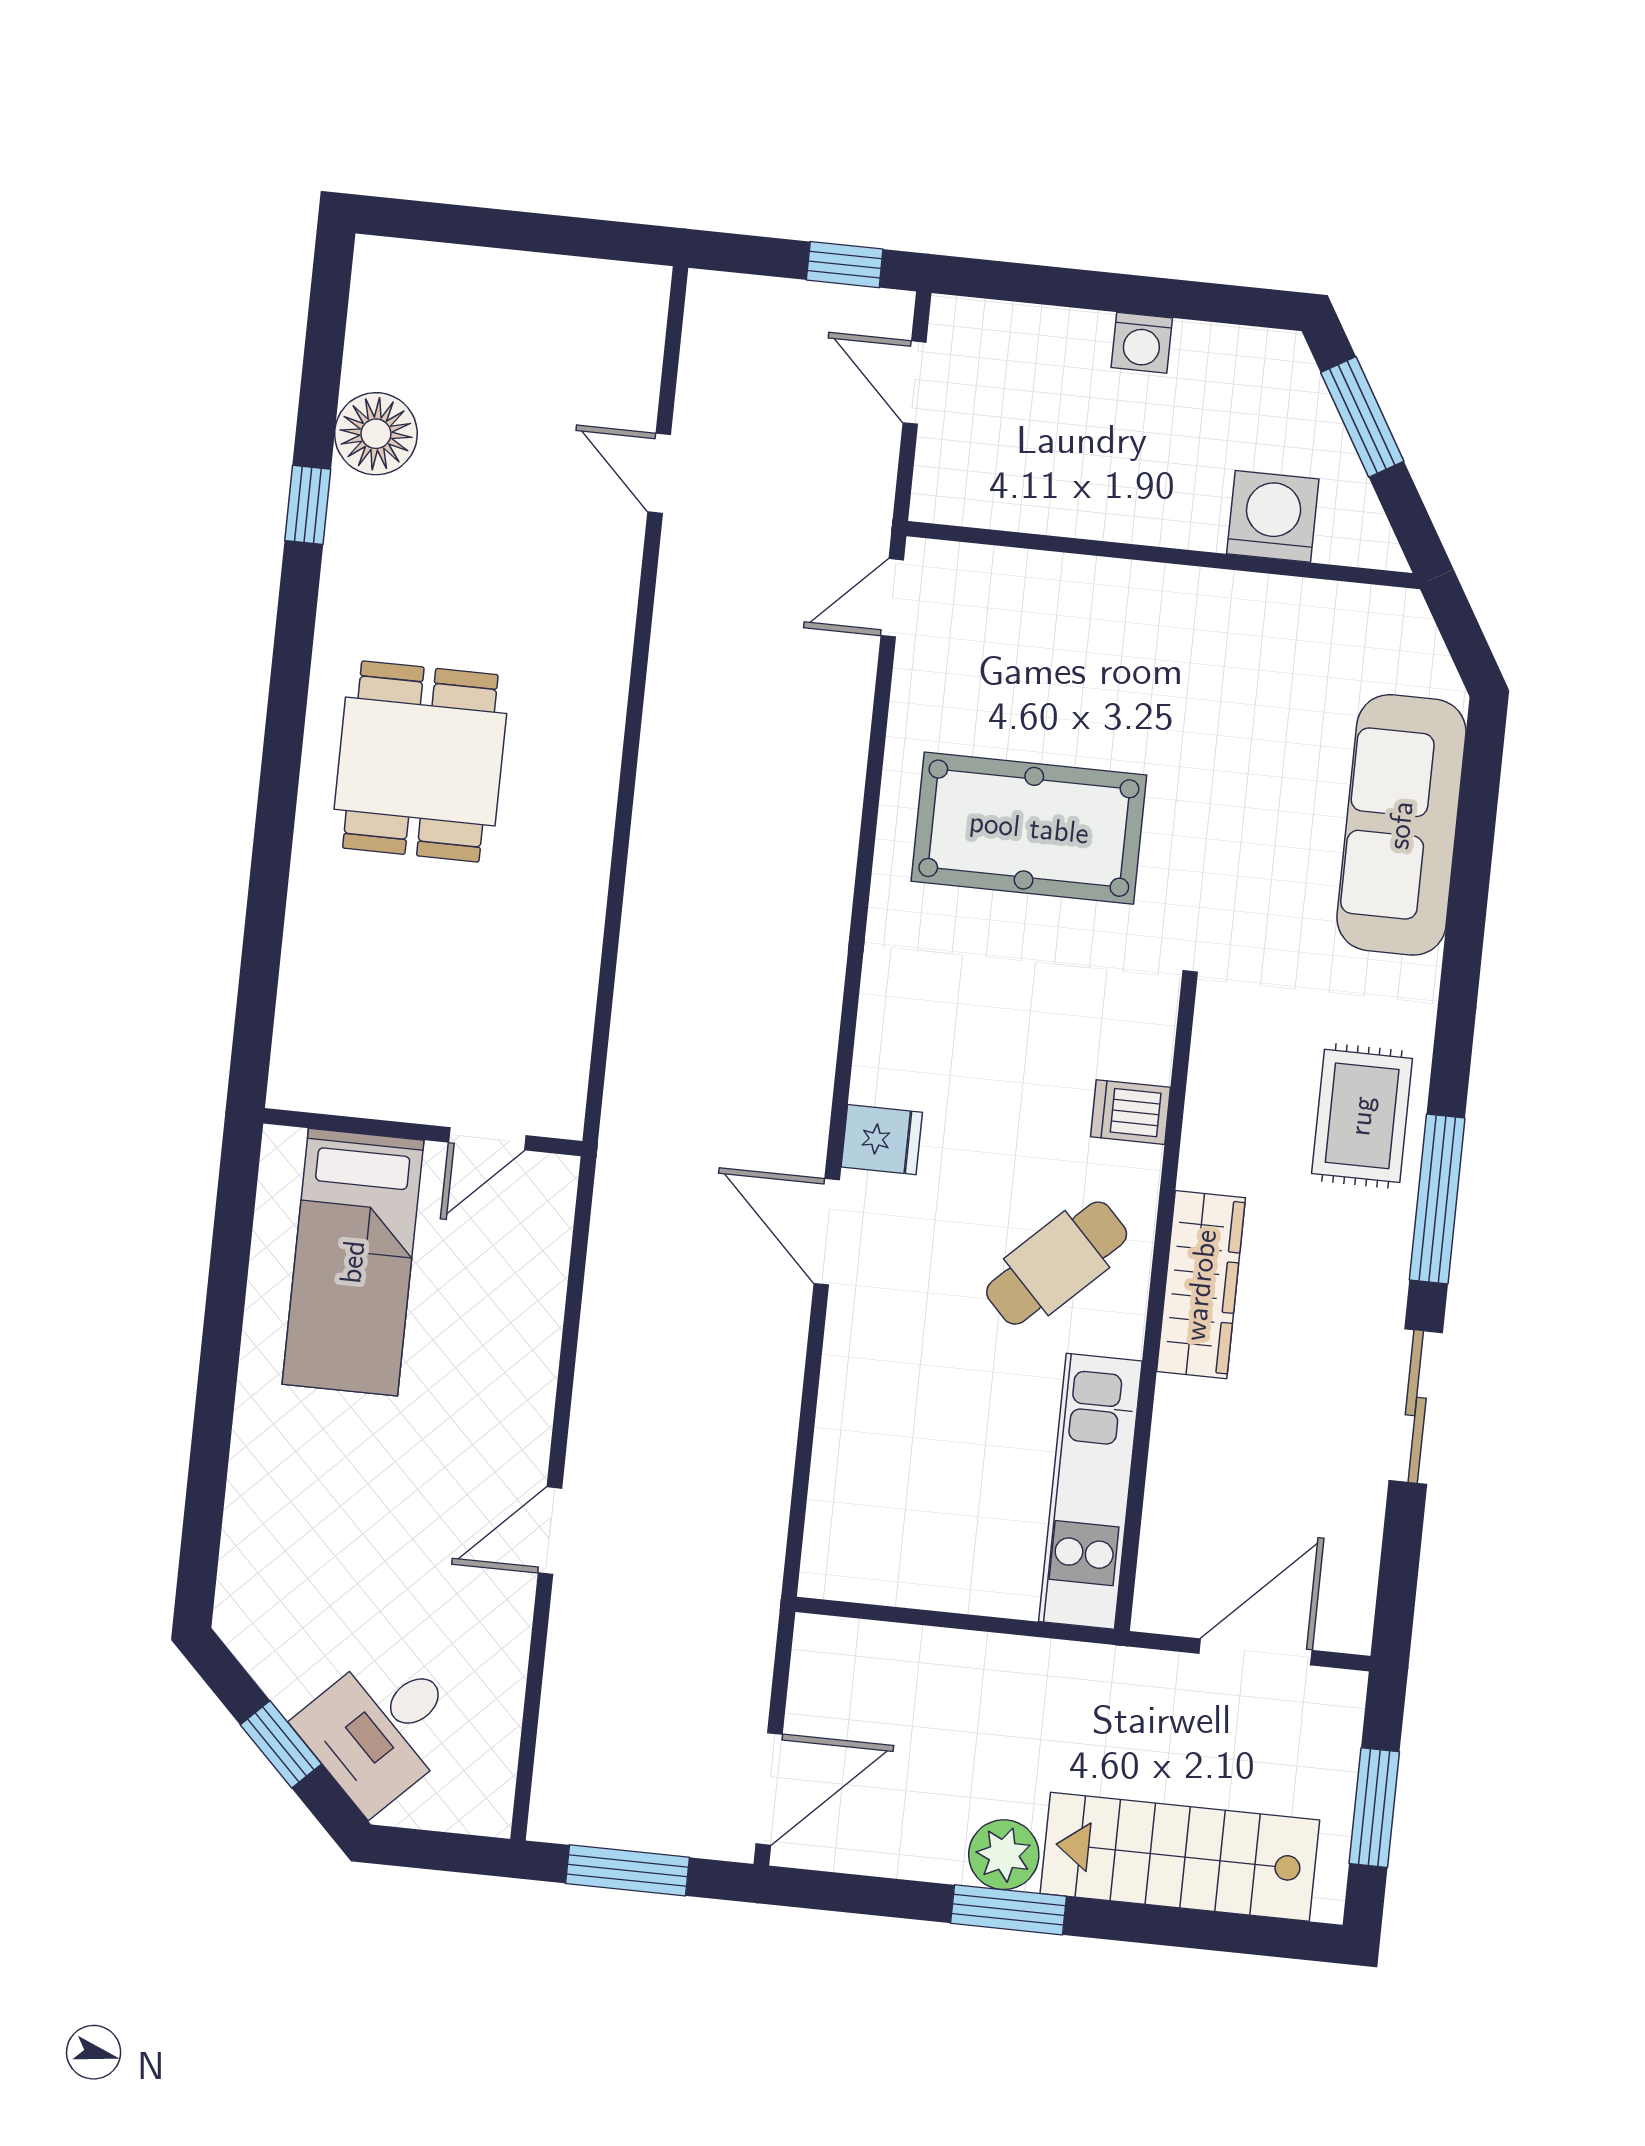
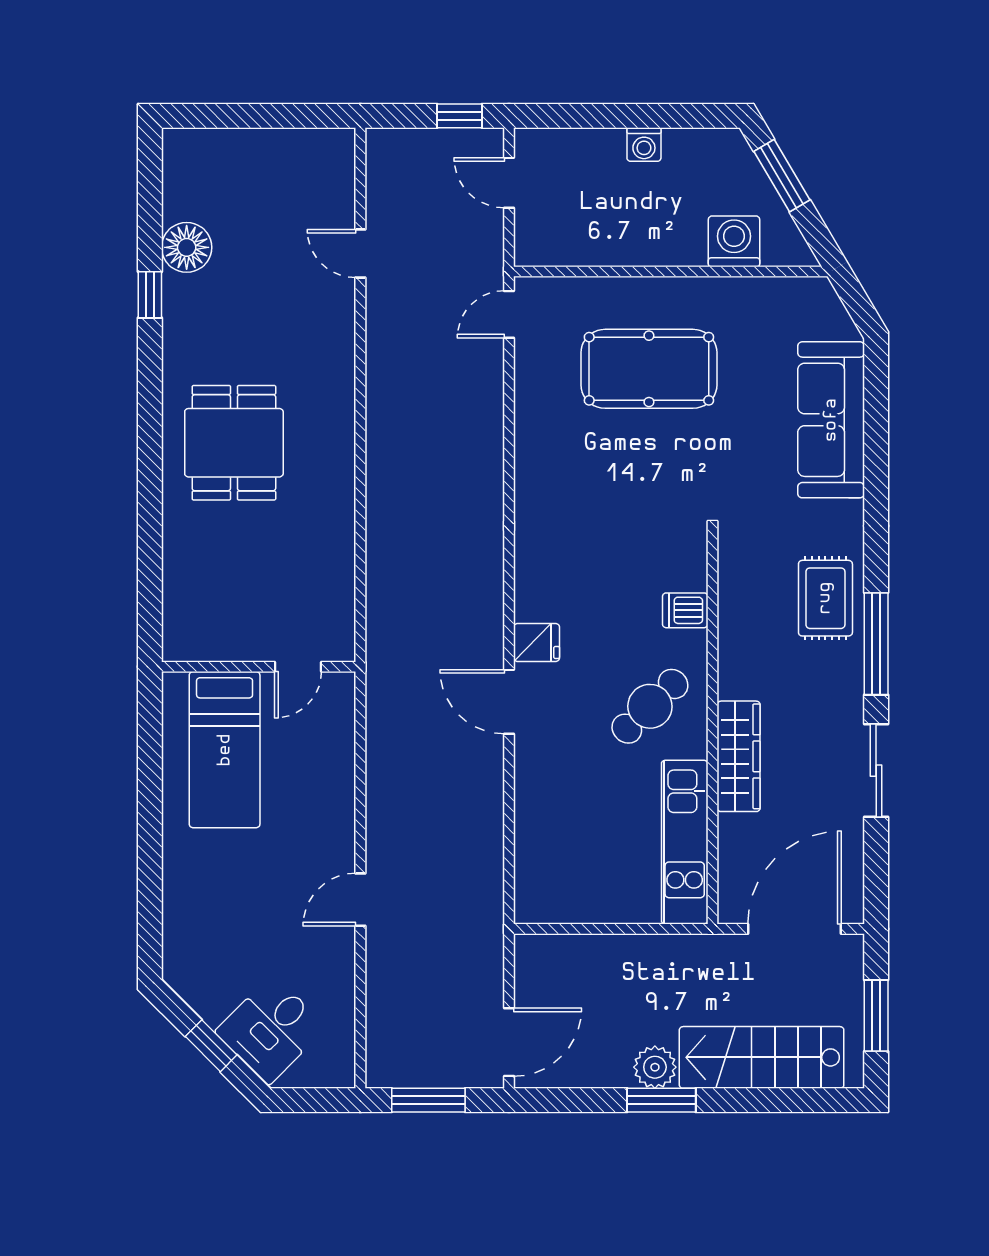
pool table: (1029, 828) -> (649, 369), moved
wardrobe: (1201, 1285) -> (739, 756), moved
door: (1256, 1652) -> (794, 929), width x1.36

